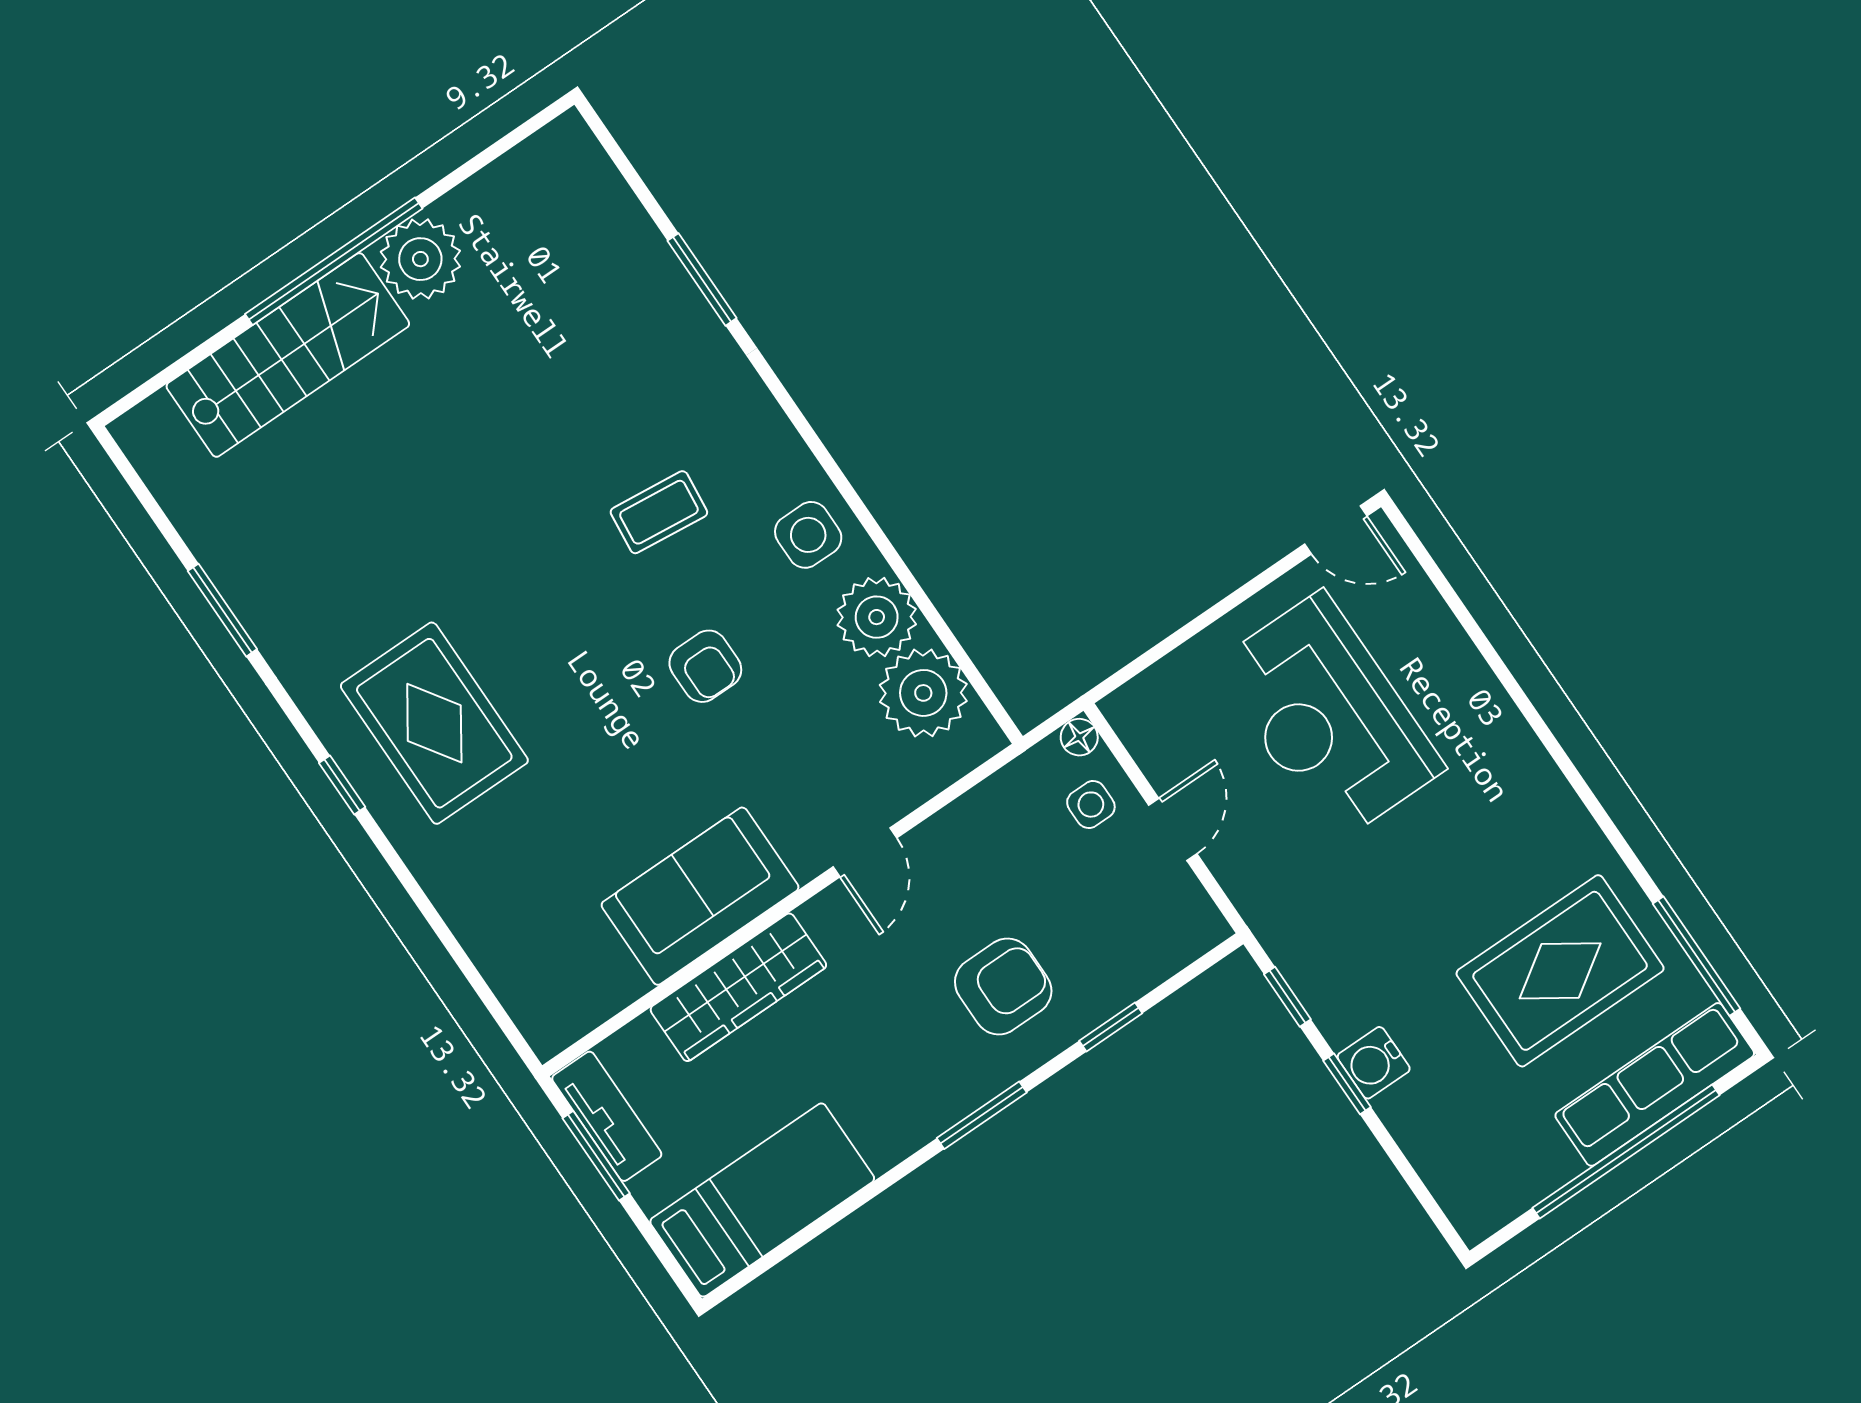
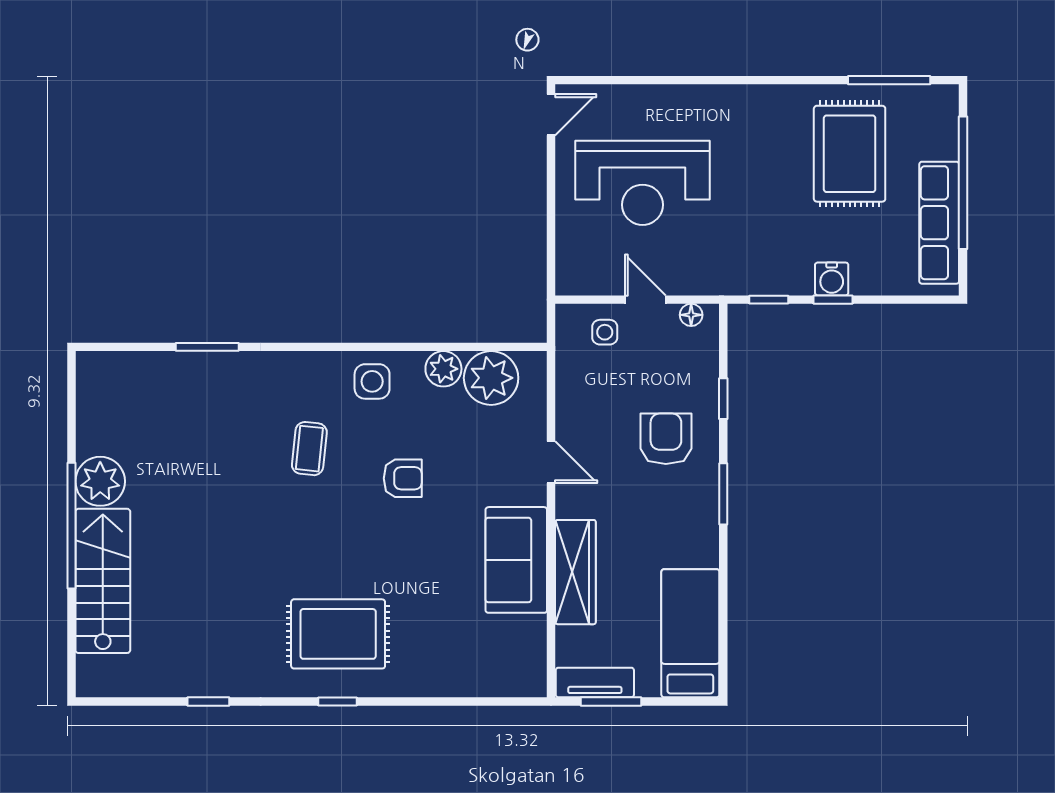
window: (222, 610) -> (208, 701), width x0.67
plant: (877, 617) -> (443, 369), width x0.73, depth x0.73
floor lamp: (1079, 737) -> (691, 315), moved
row of seats: (1655, 1084) -> (939, 223), moved

